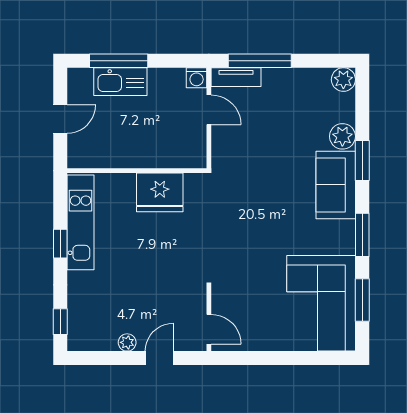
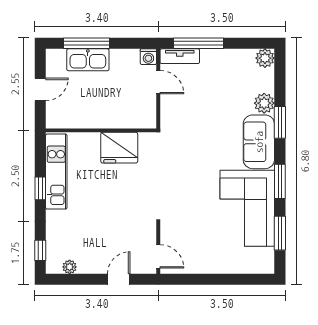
corner sofa: (321, 303) -> (247, 208), moved
plant: (127, 342) -> (70, 267), moved

